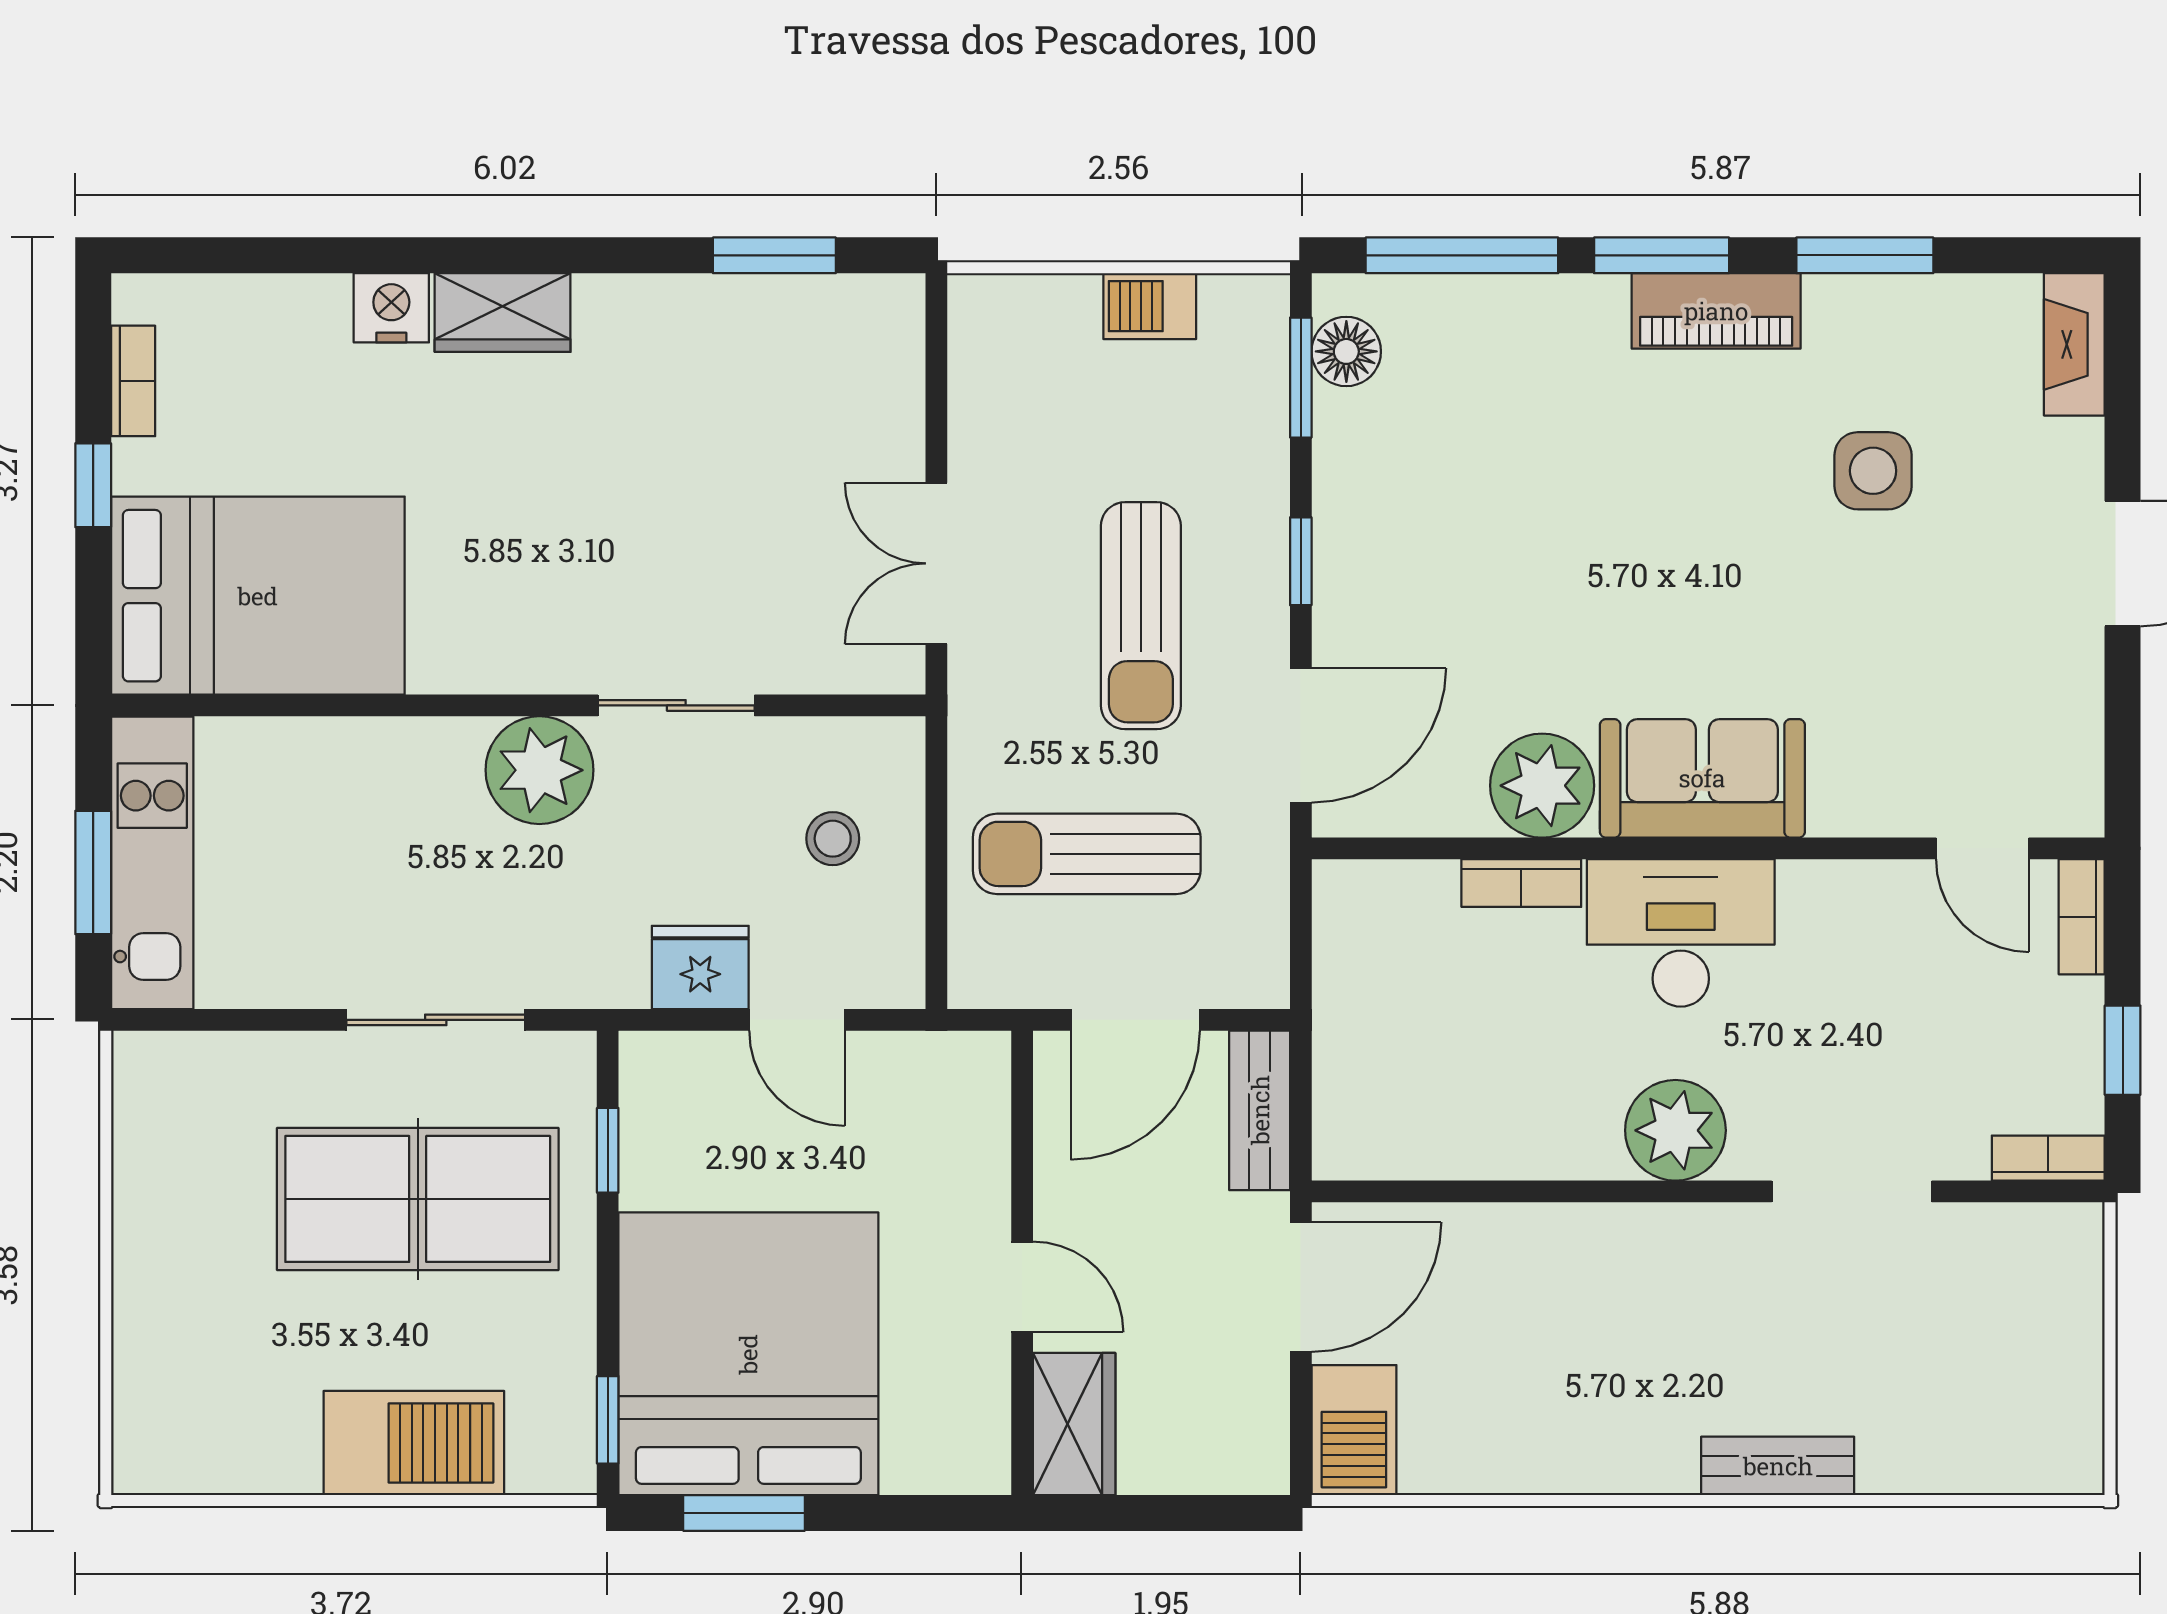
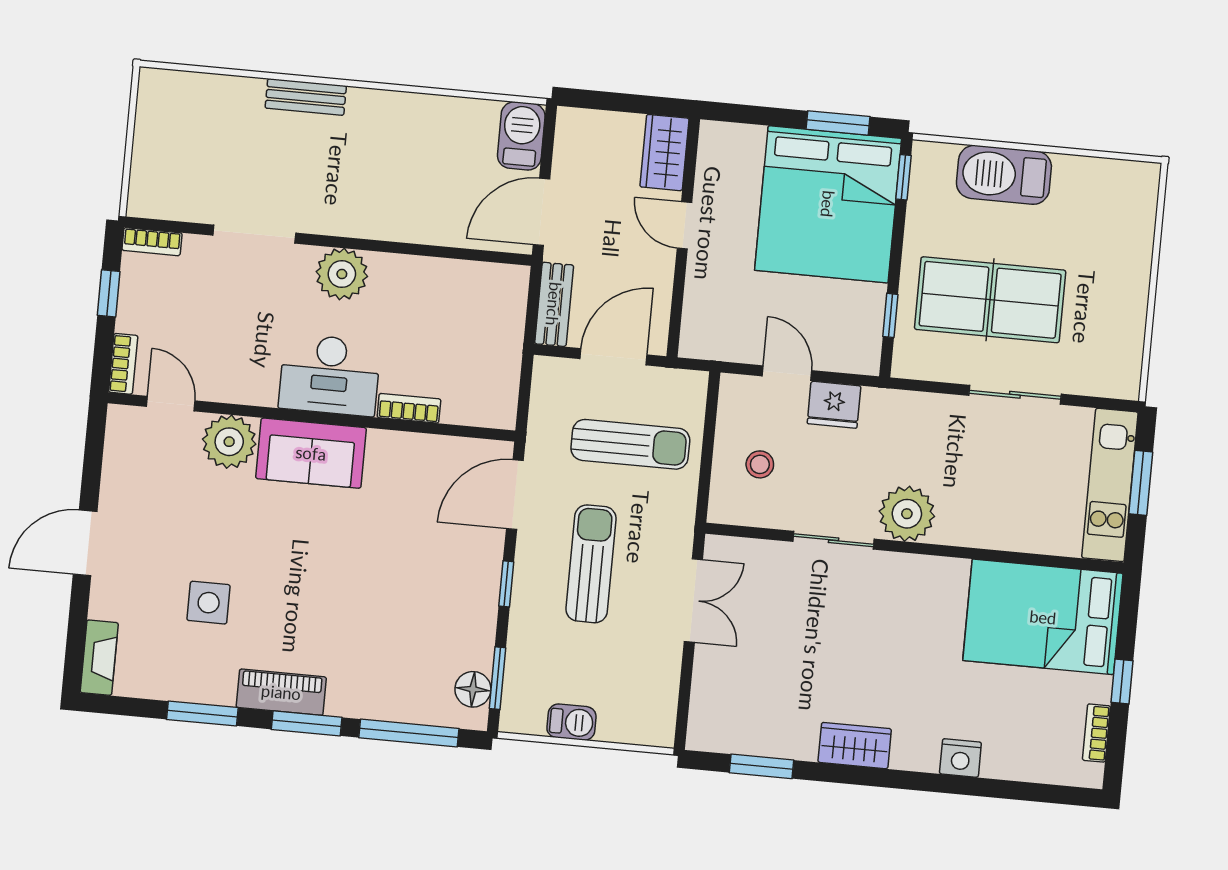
wardrobe: (503, 313) -> (855, 746), moved
plant: (1542, 786) -> (229, 442), moved
sliding door: (436, 1020) -> (1015, 395), moved

